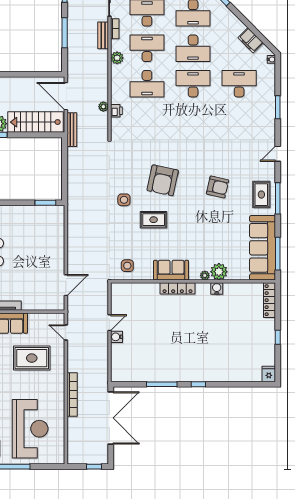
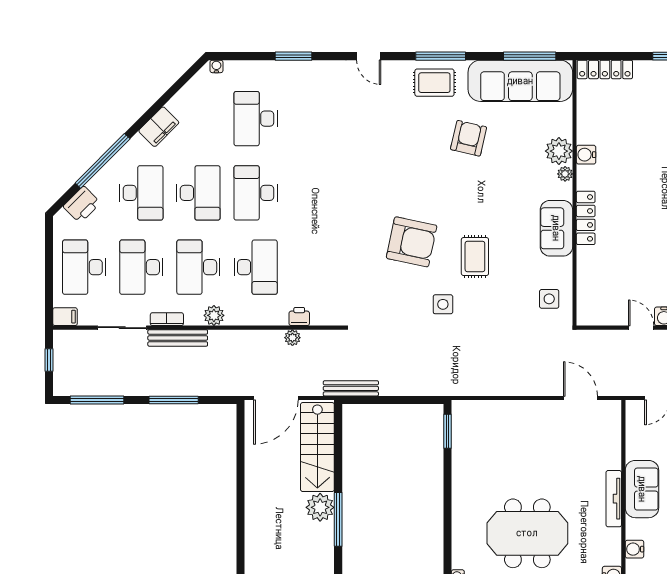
bench: (103, 35) -> (178, 338), width x1.36
filing cabinet: (251, 40) -> (159, 127), moved
bench: (72, 130) -> (351, 388), moved
armchair: (218, 187) -> (469, 138), moved

